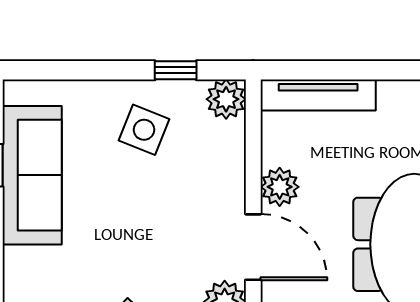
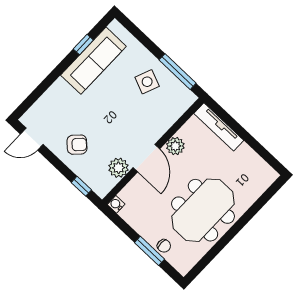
window: (176, 70) -> (178, 72), width x2.17
plant: (226, 99) -> (186, 98), removed

